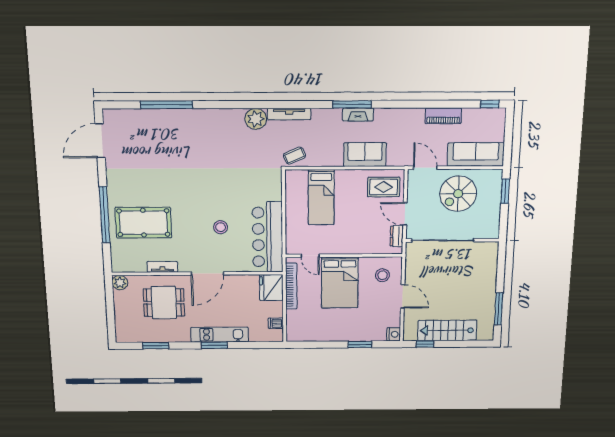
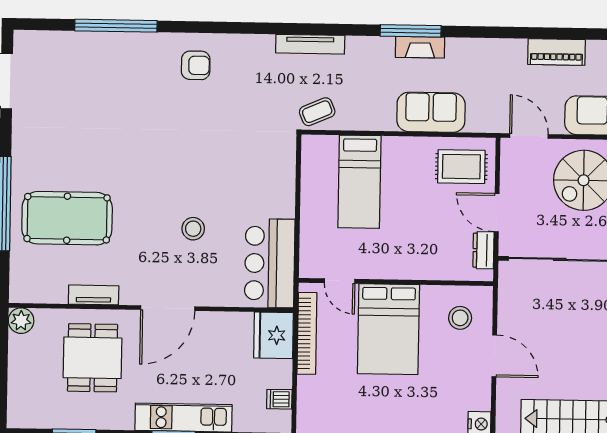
plant: (256, 119) -> (257, 51), removed
armchair: (218, 129) -> (196, 65), added
bar counter: (268, 237) -> (270, 263), width x0.73
dining table: (164, 303) -> (93, 358), turned 90

